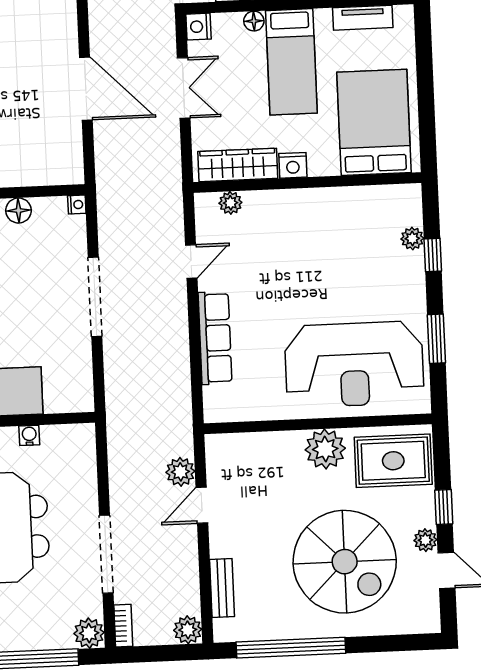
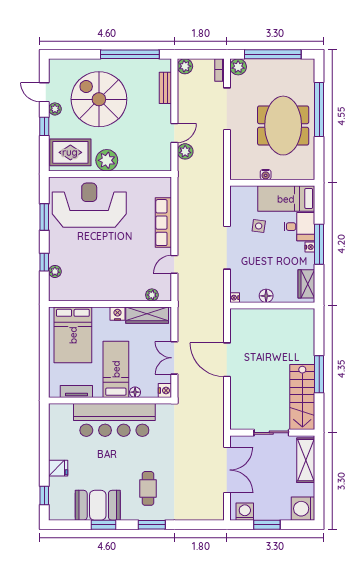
side table: (38, 339) -> (259, 226), added

